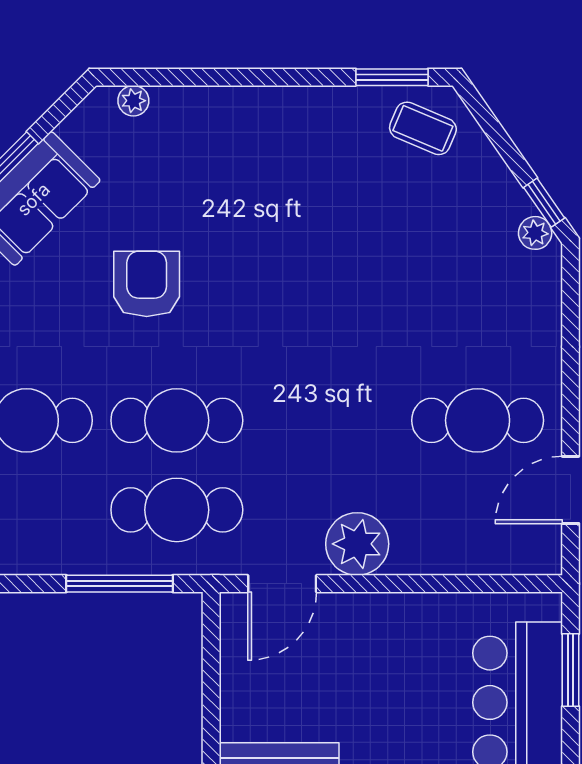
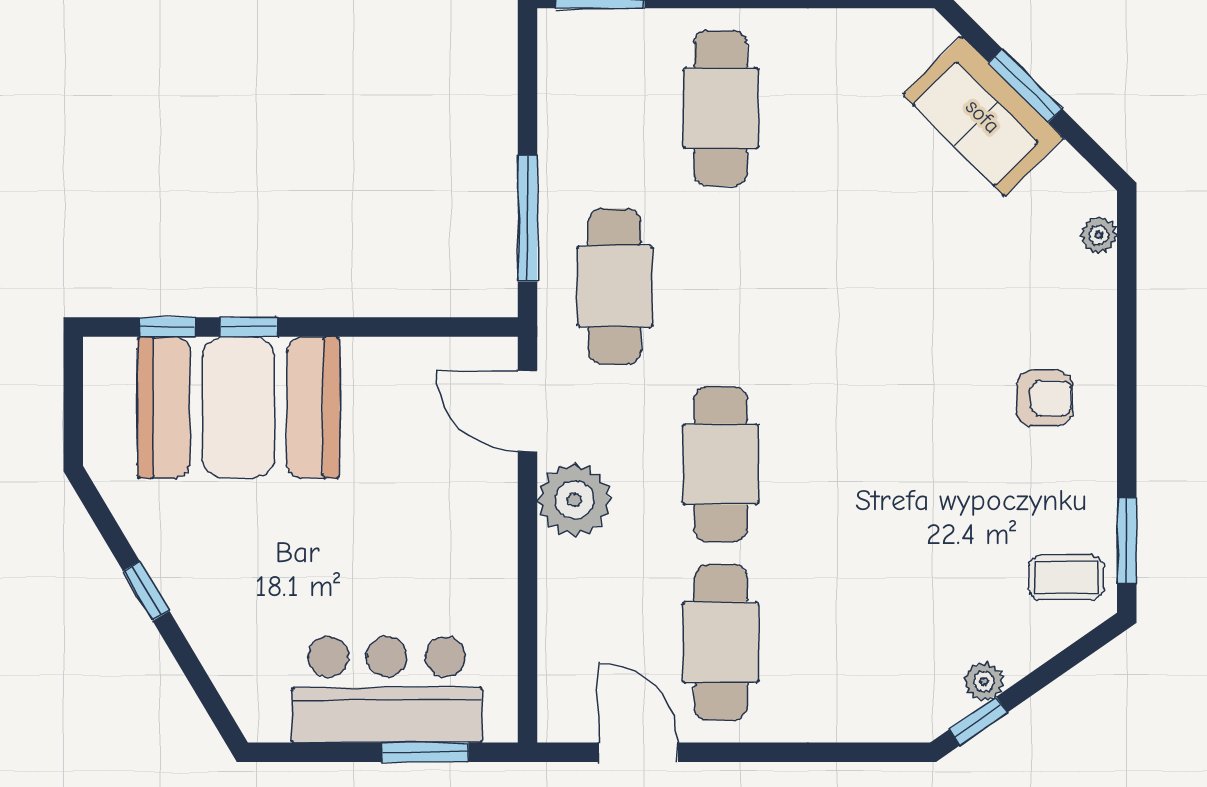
coffee table: (423, 128) -> (1066, 578), turned 67
plant: (535, 233) -> (984, 681), moved
armchair: (147, 284) -> (1045, 398), moved, width x0.72, depth x0.72
cafe table: (177, 420) -> (721, 464), moved

